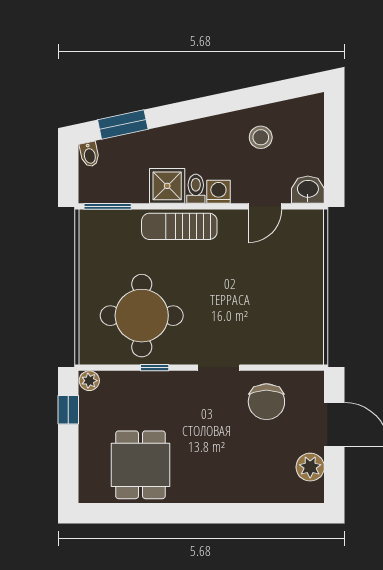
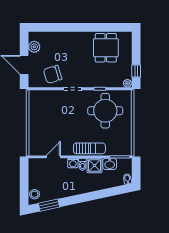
window: (123, 125) -> (49, 205), moved
stool: (261, 137) -> (35, 194), moved
washbasin: (308, 190) -> (110, 164), moved
chair: (266, 402) -> (53, 74), turned -107

